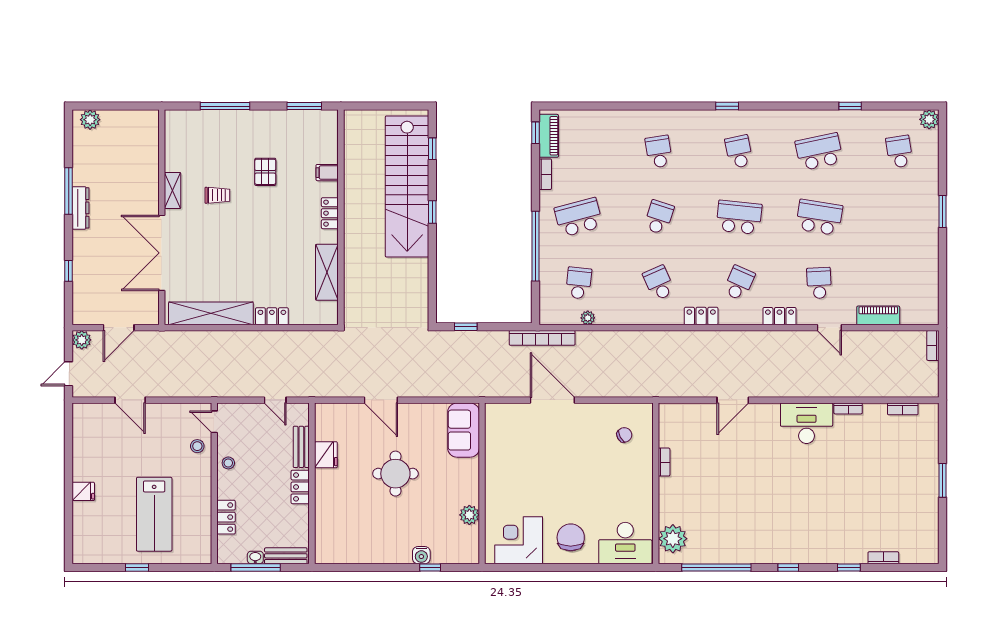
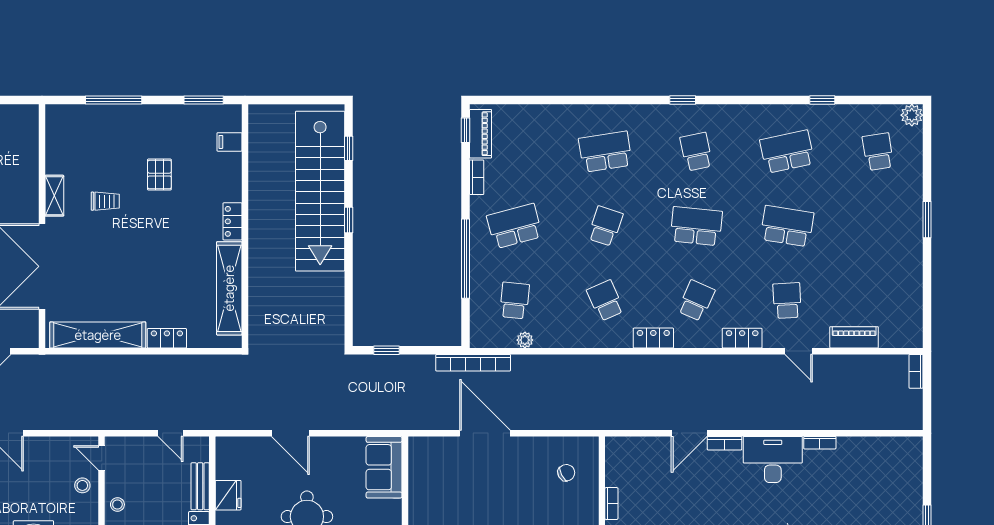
school desk: (659, 152) -> (605, 152), width x1.85
filing cabinet: (327, 173) -> (230, 142), moved
shelving: (327, 272) -> (229, 288), width x1.47
bookcase: (903, 409) -> (725, 443), moved

